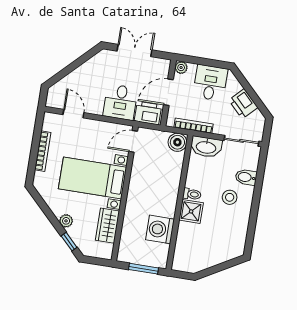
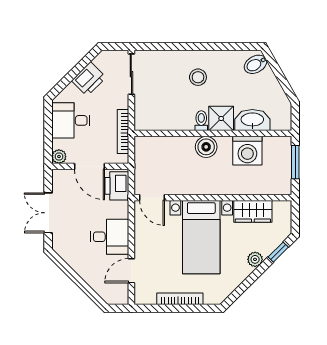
desk: (120, 102) -> (110, 237), moved
boiler: (177, 142) -> (206, 147), moved
washbasin: (206, 147) -> (252, 120), moved, turned -90
bidet: (246, 177) -> (255, 64), moved, turned 60

